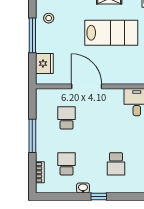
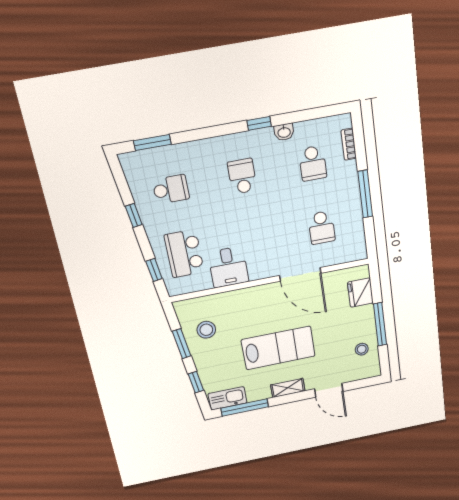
lab bench: (111, 33) -> (278, 348), turned 180

